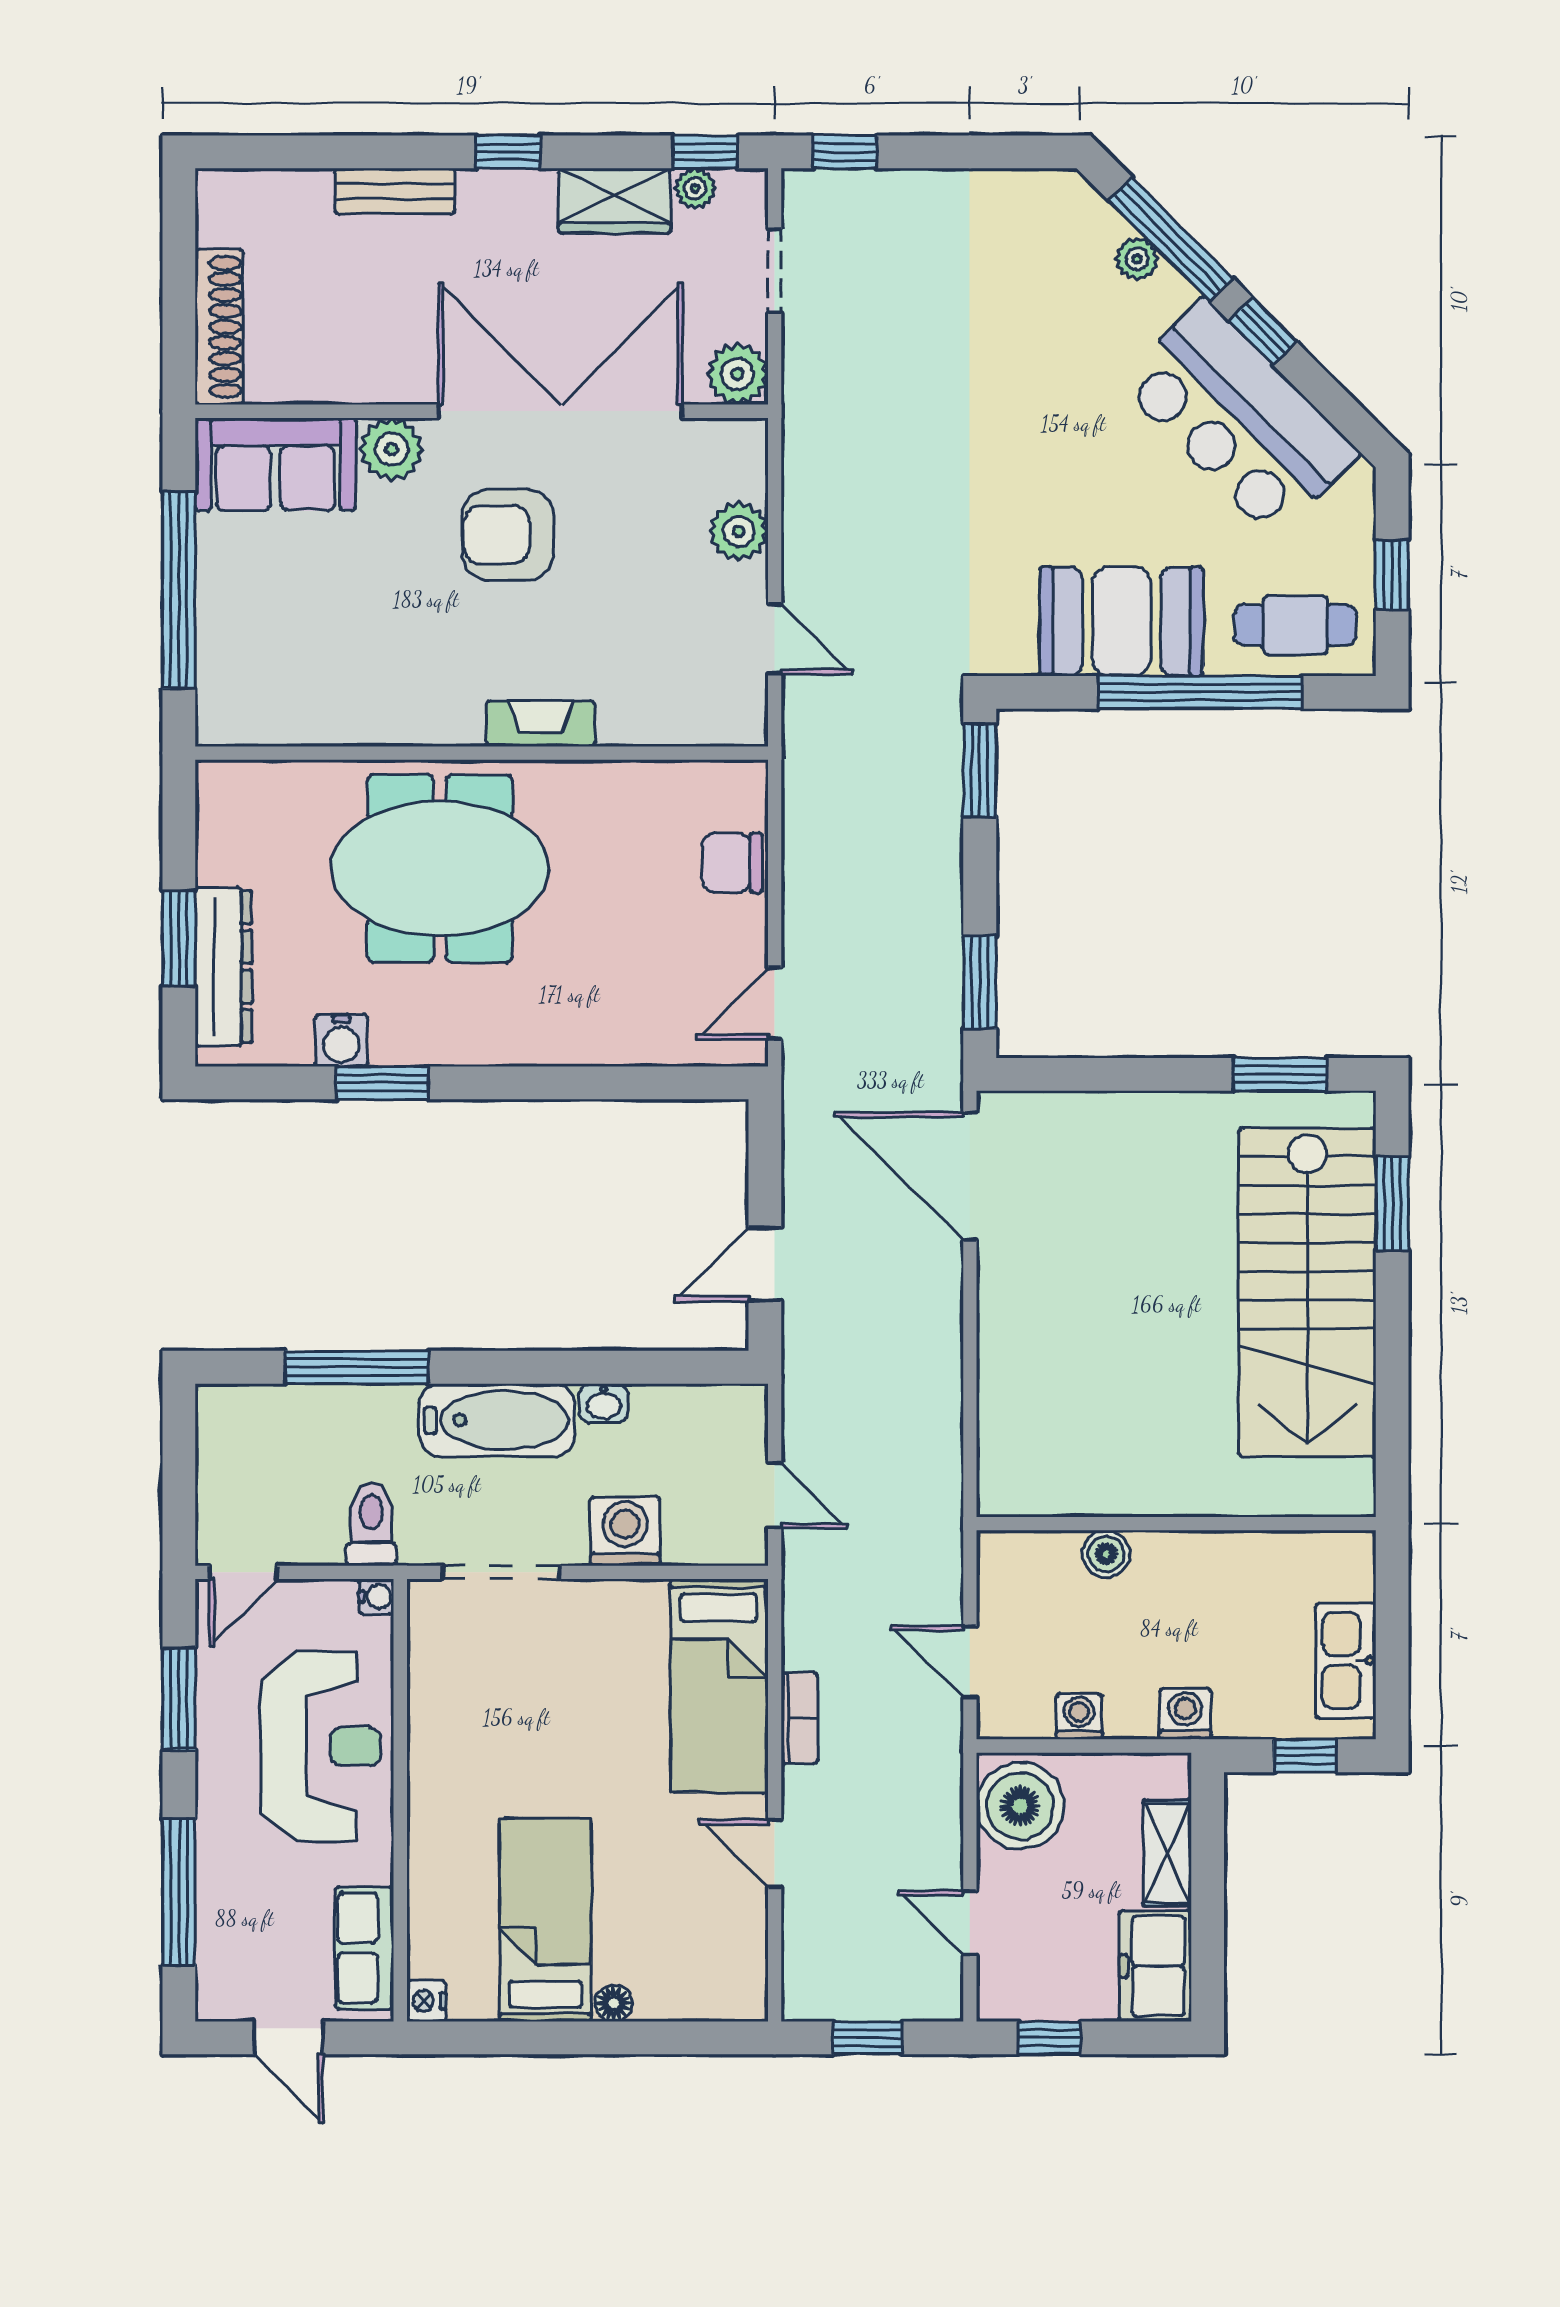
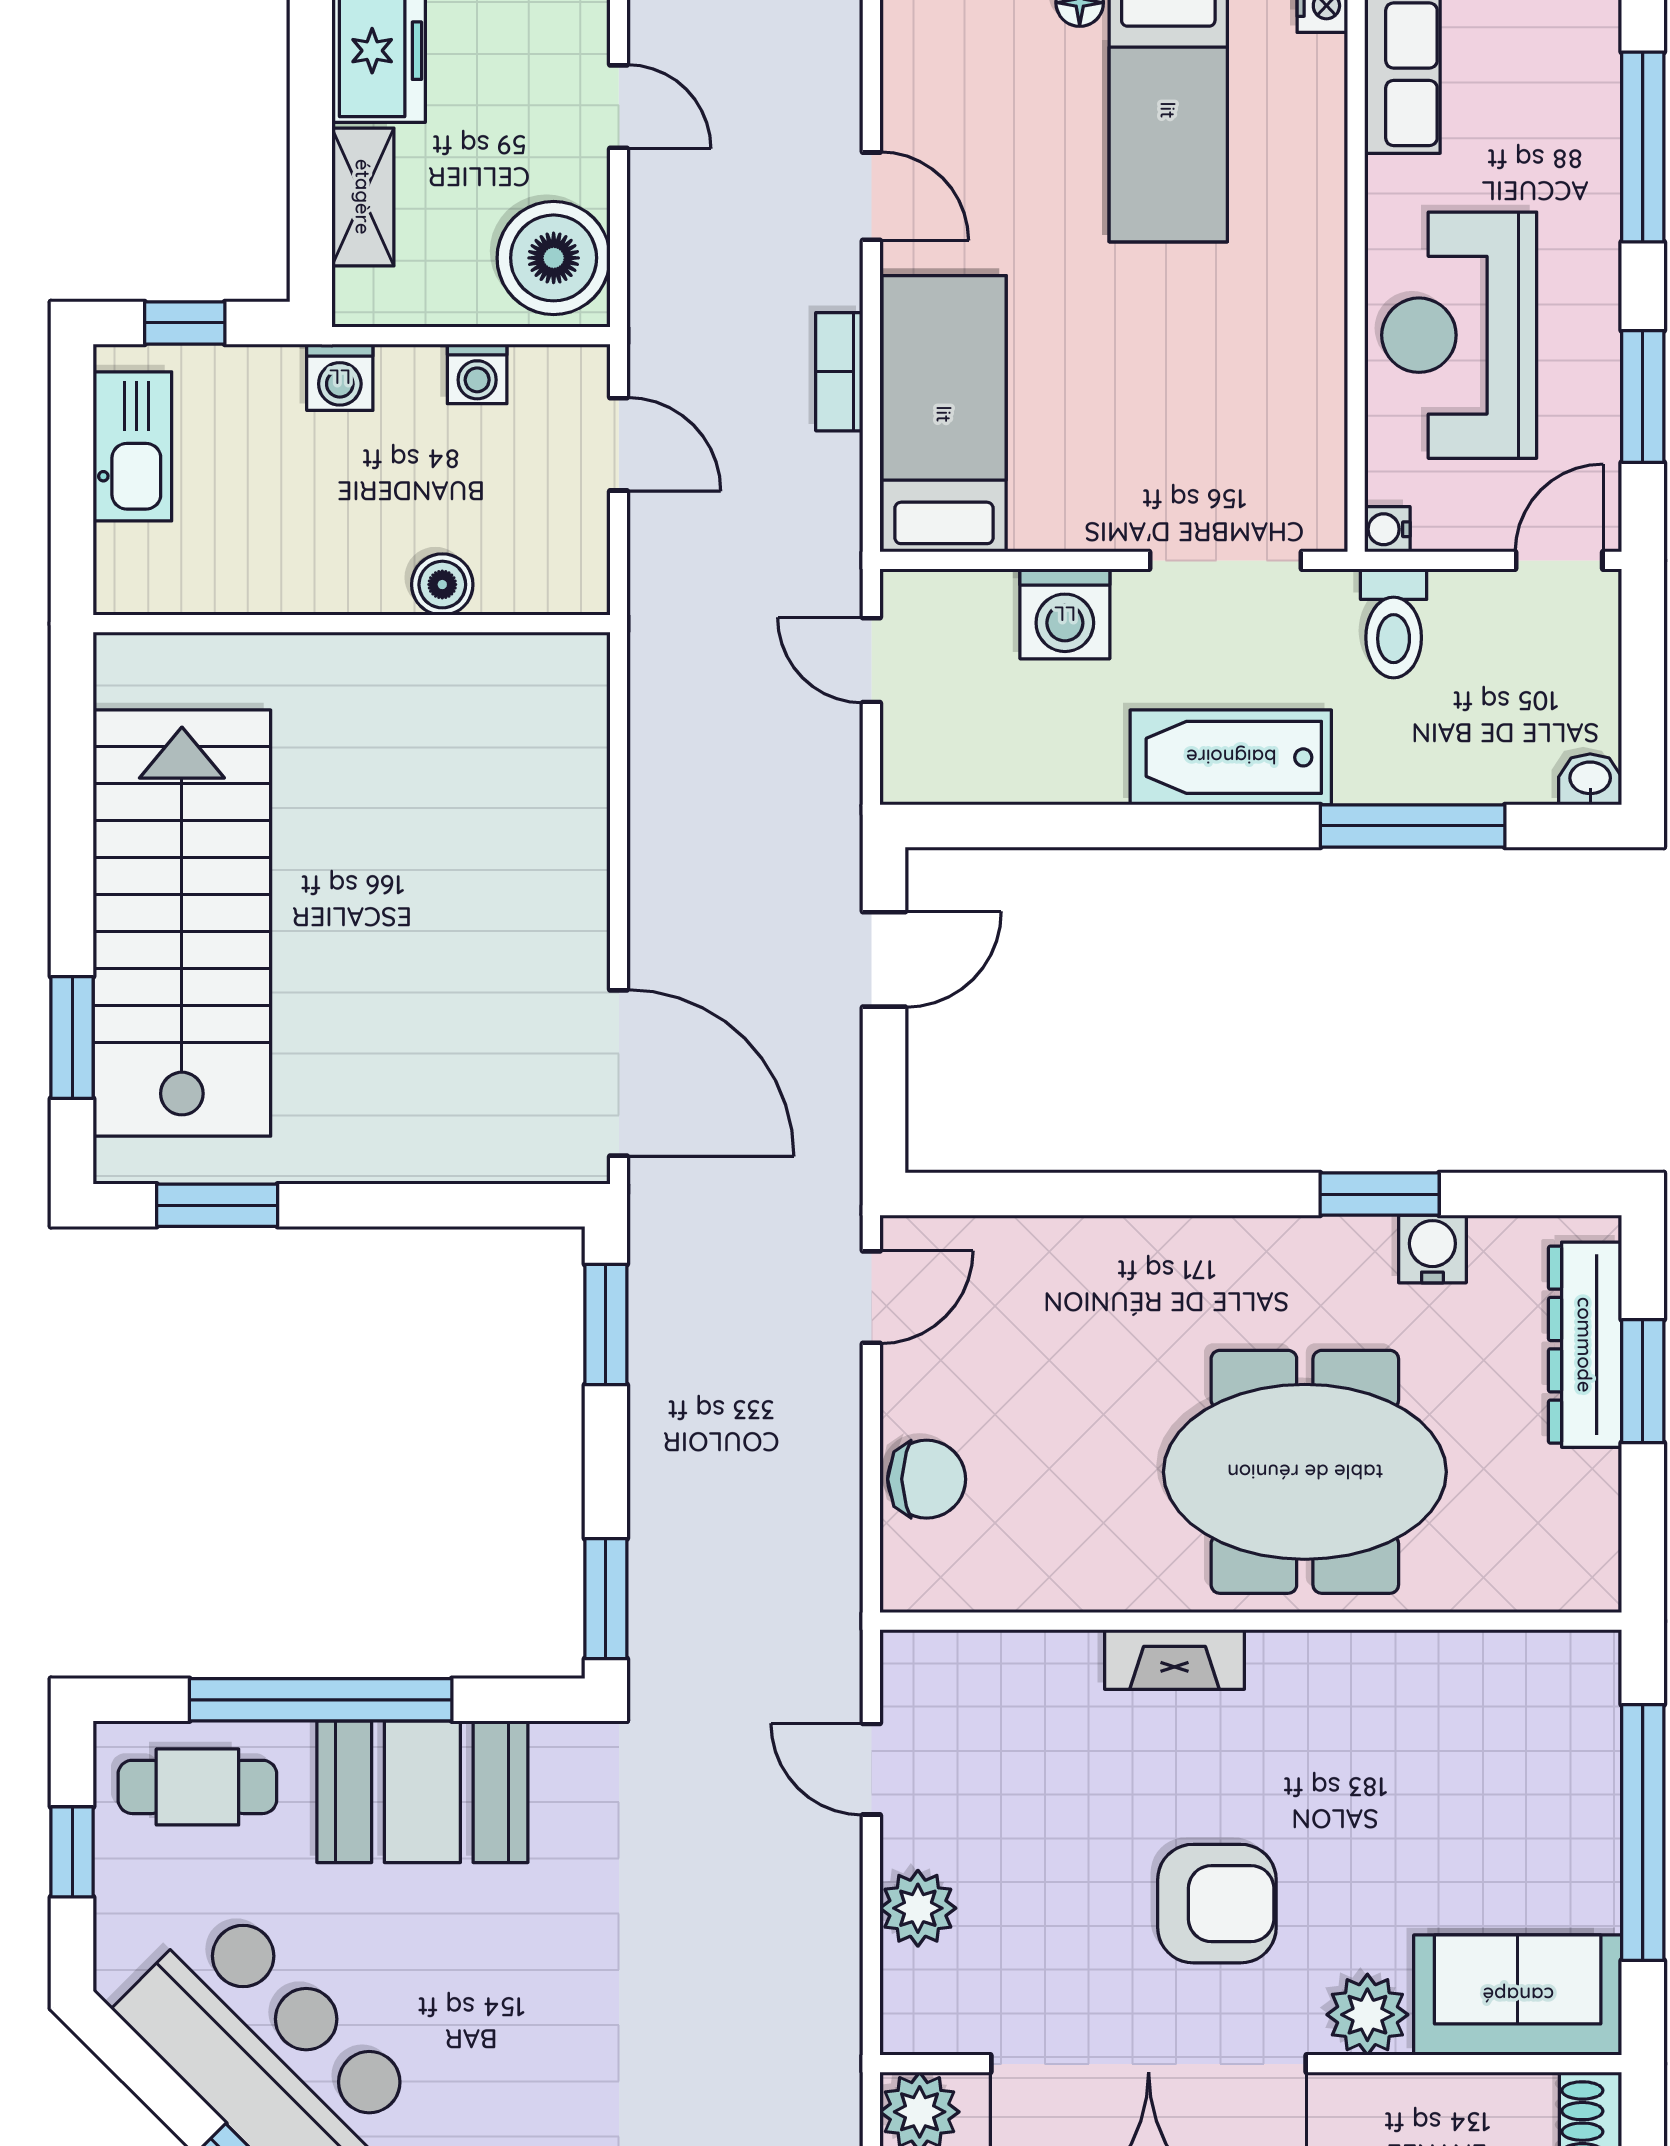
washbasin: (604, 1403) -> (1590, 779), moved

